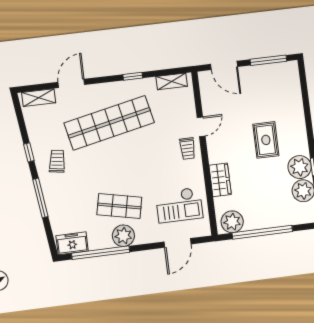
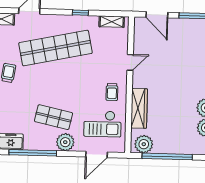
rug: (266, 140) -> (182, 81), removed
trolley: (187, 149) -> (112, 92), moved
wardrobe: (220, 180) -> (139, 108), width x1.50
plant: (123, 236) -> (65, 142), moved

